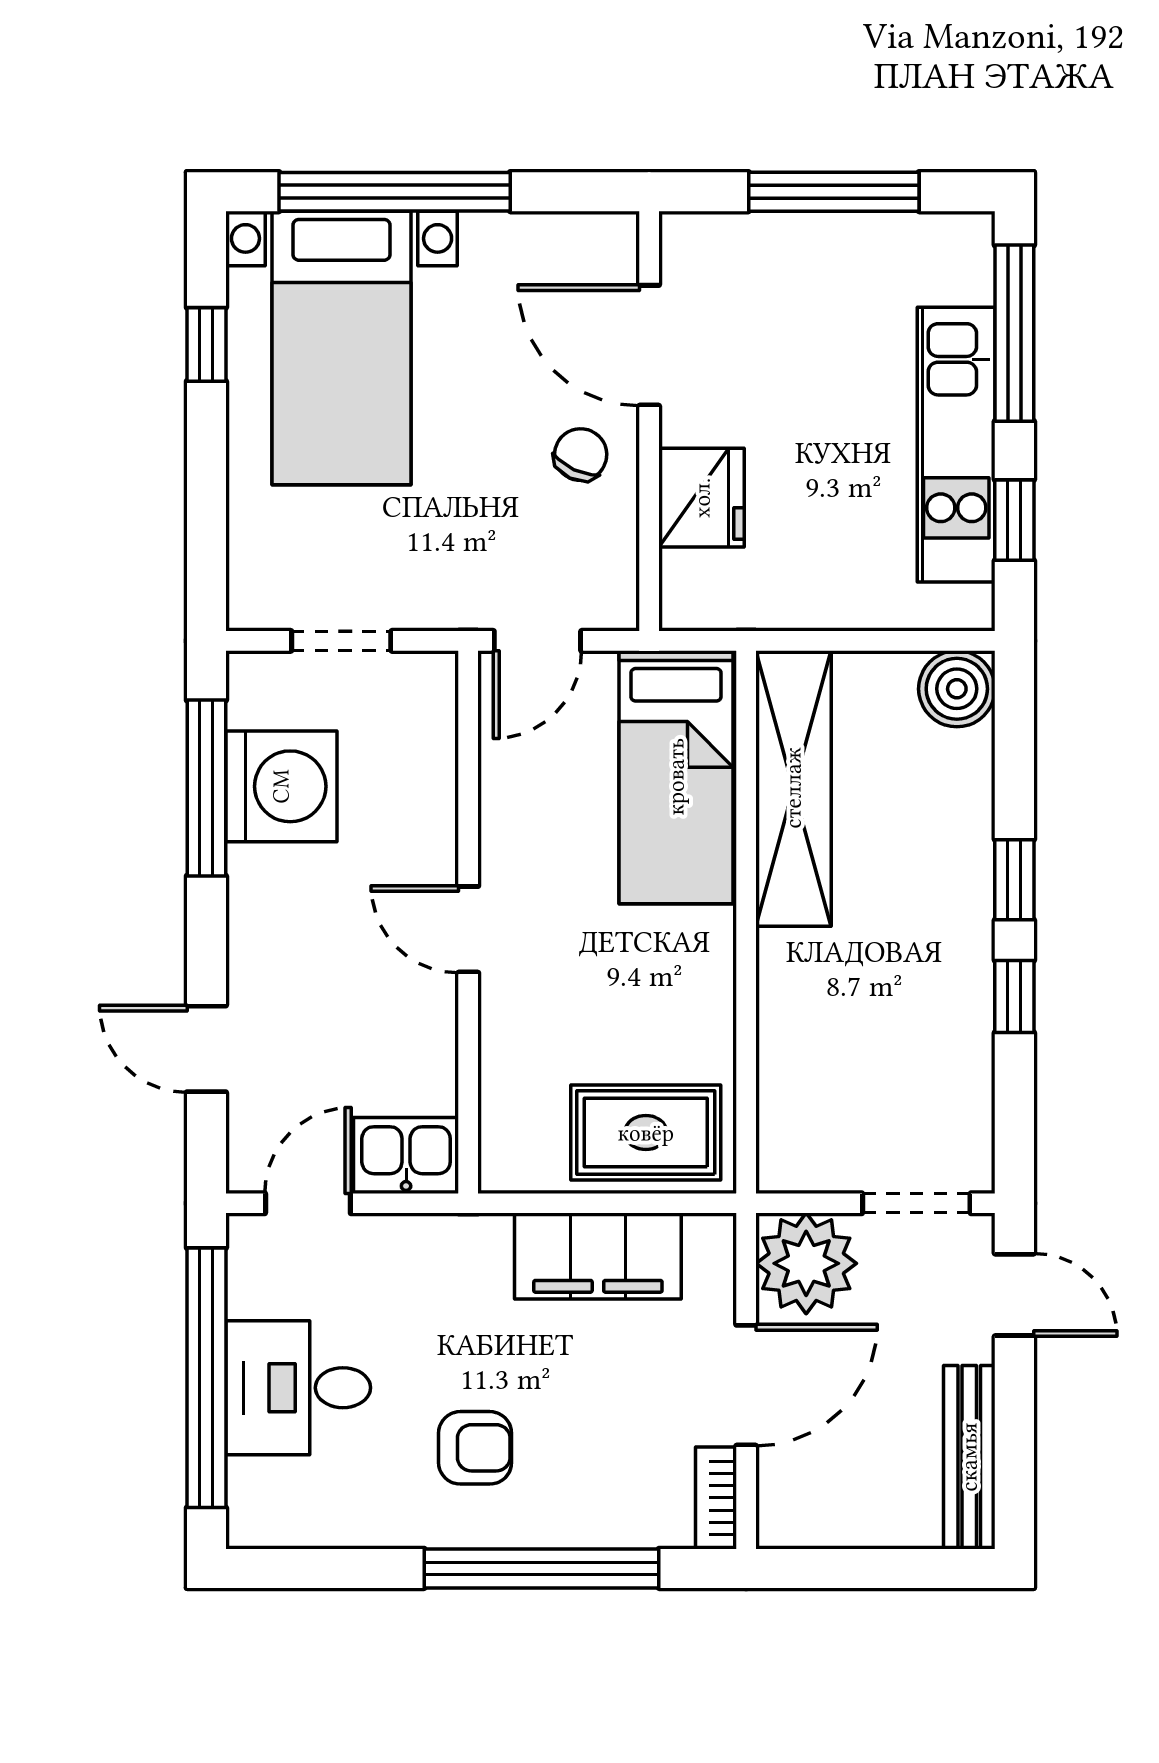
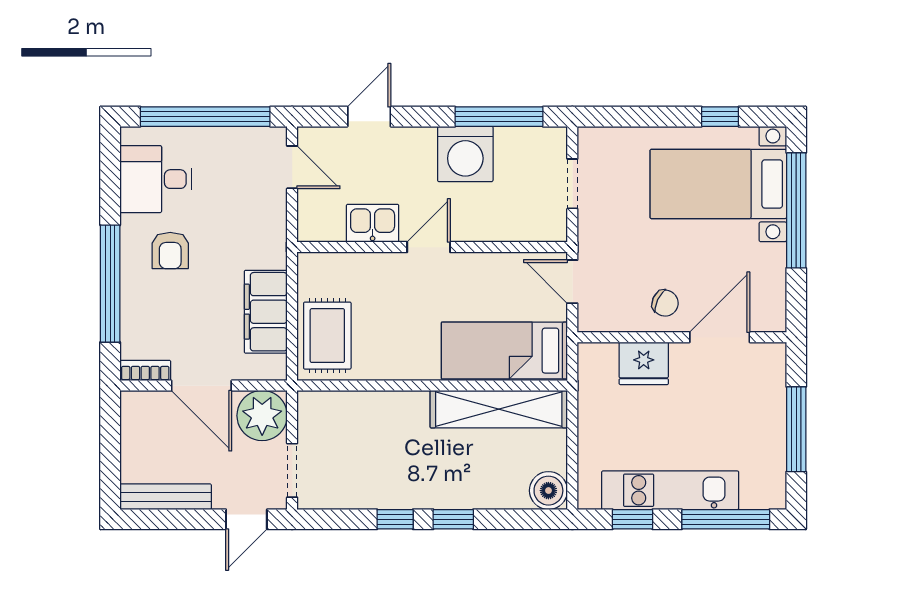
washing machine: (281, 786) -> (465, 154), moved
kitchen sink: (406, 1156) -> (373, 223), moved, turned -90
desk: (298, 1388) -> (156, 179), moved, turned -90

